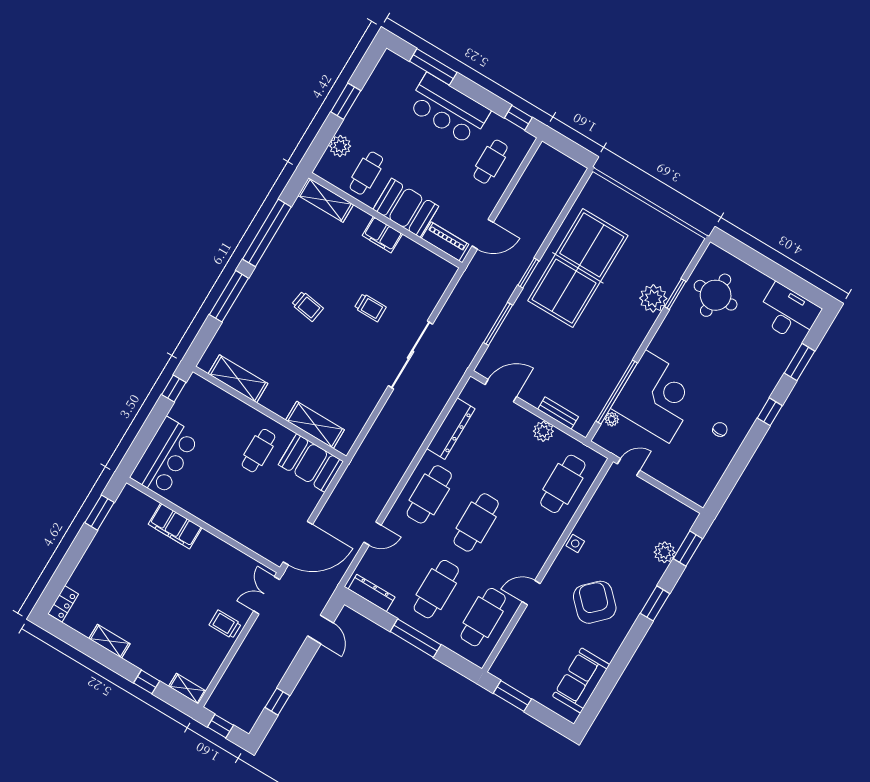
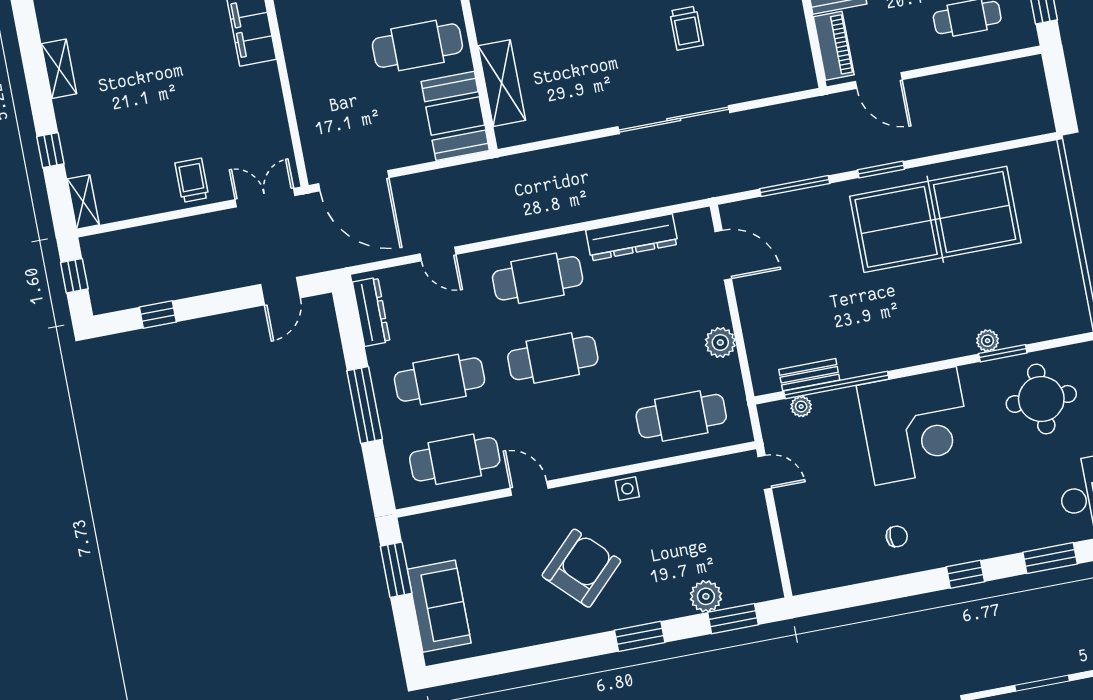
plant: (653, 298) -> (988, 341), width x0.53, depth x0.53
corner desk: (657, 397) -> (916, 426), moved
bench: (558, 413) -> (809, 375), moved, turned 90
cafe table: (258, 451) -> (417, 46), width x1.37, depth x1.35
sofa: (581, 680) -> (439, 606), moved, turned 90

